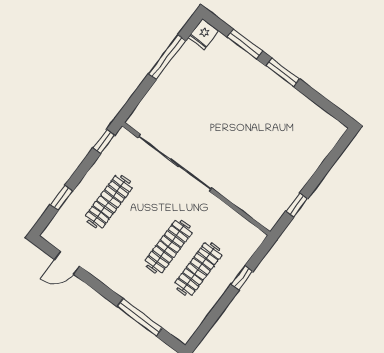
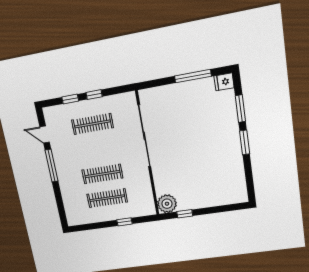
window: (104, 141) -> (94, 95), moved
plant: (268, 212) -> (167, 204), added
window: (140, 317) -> (51, 166), moved

